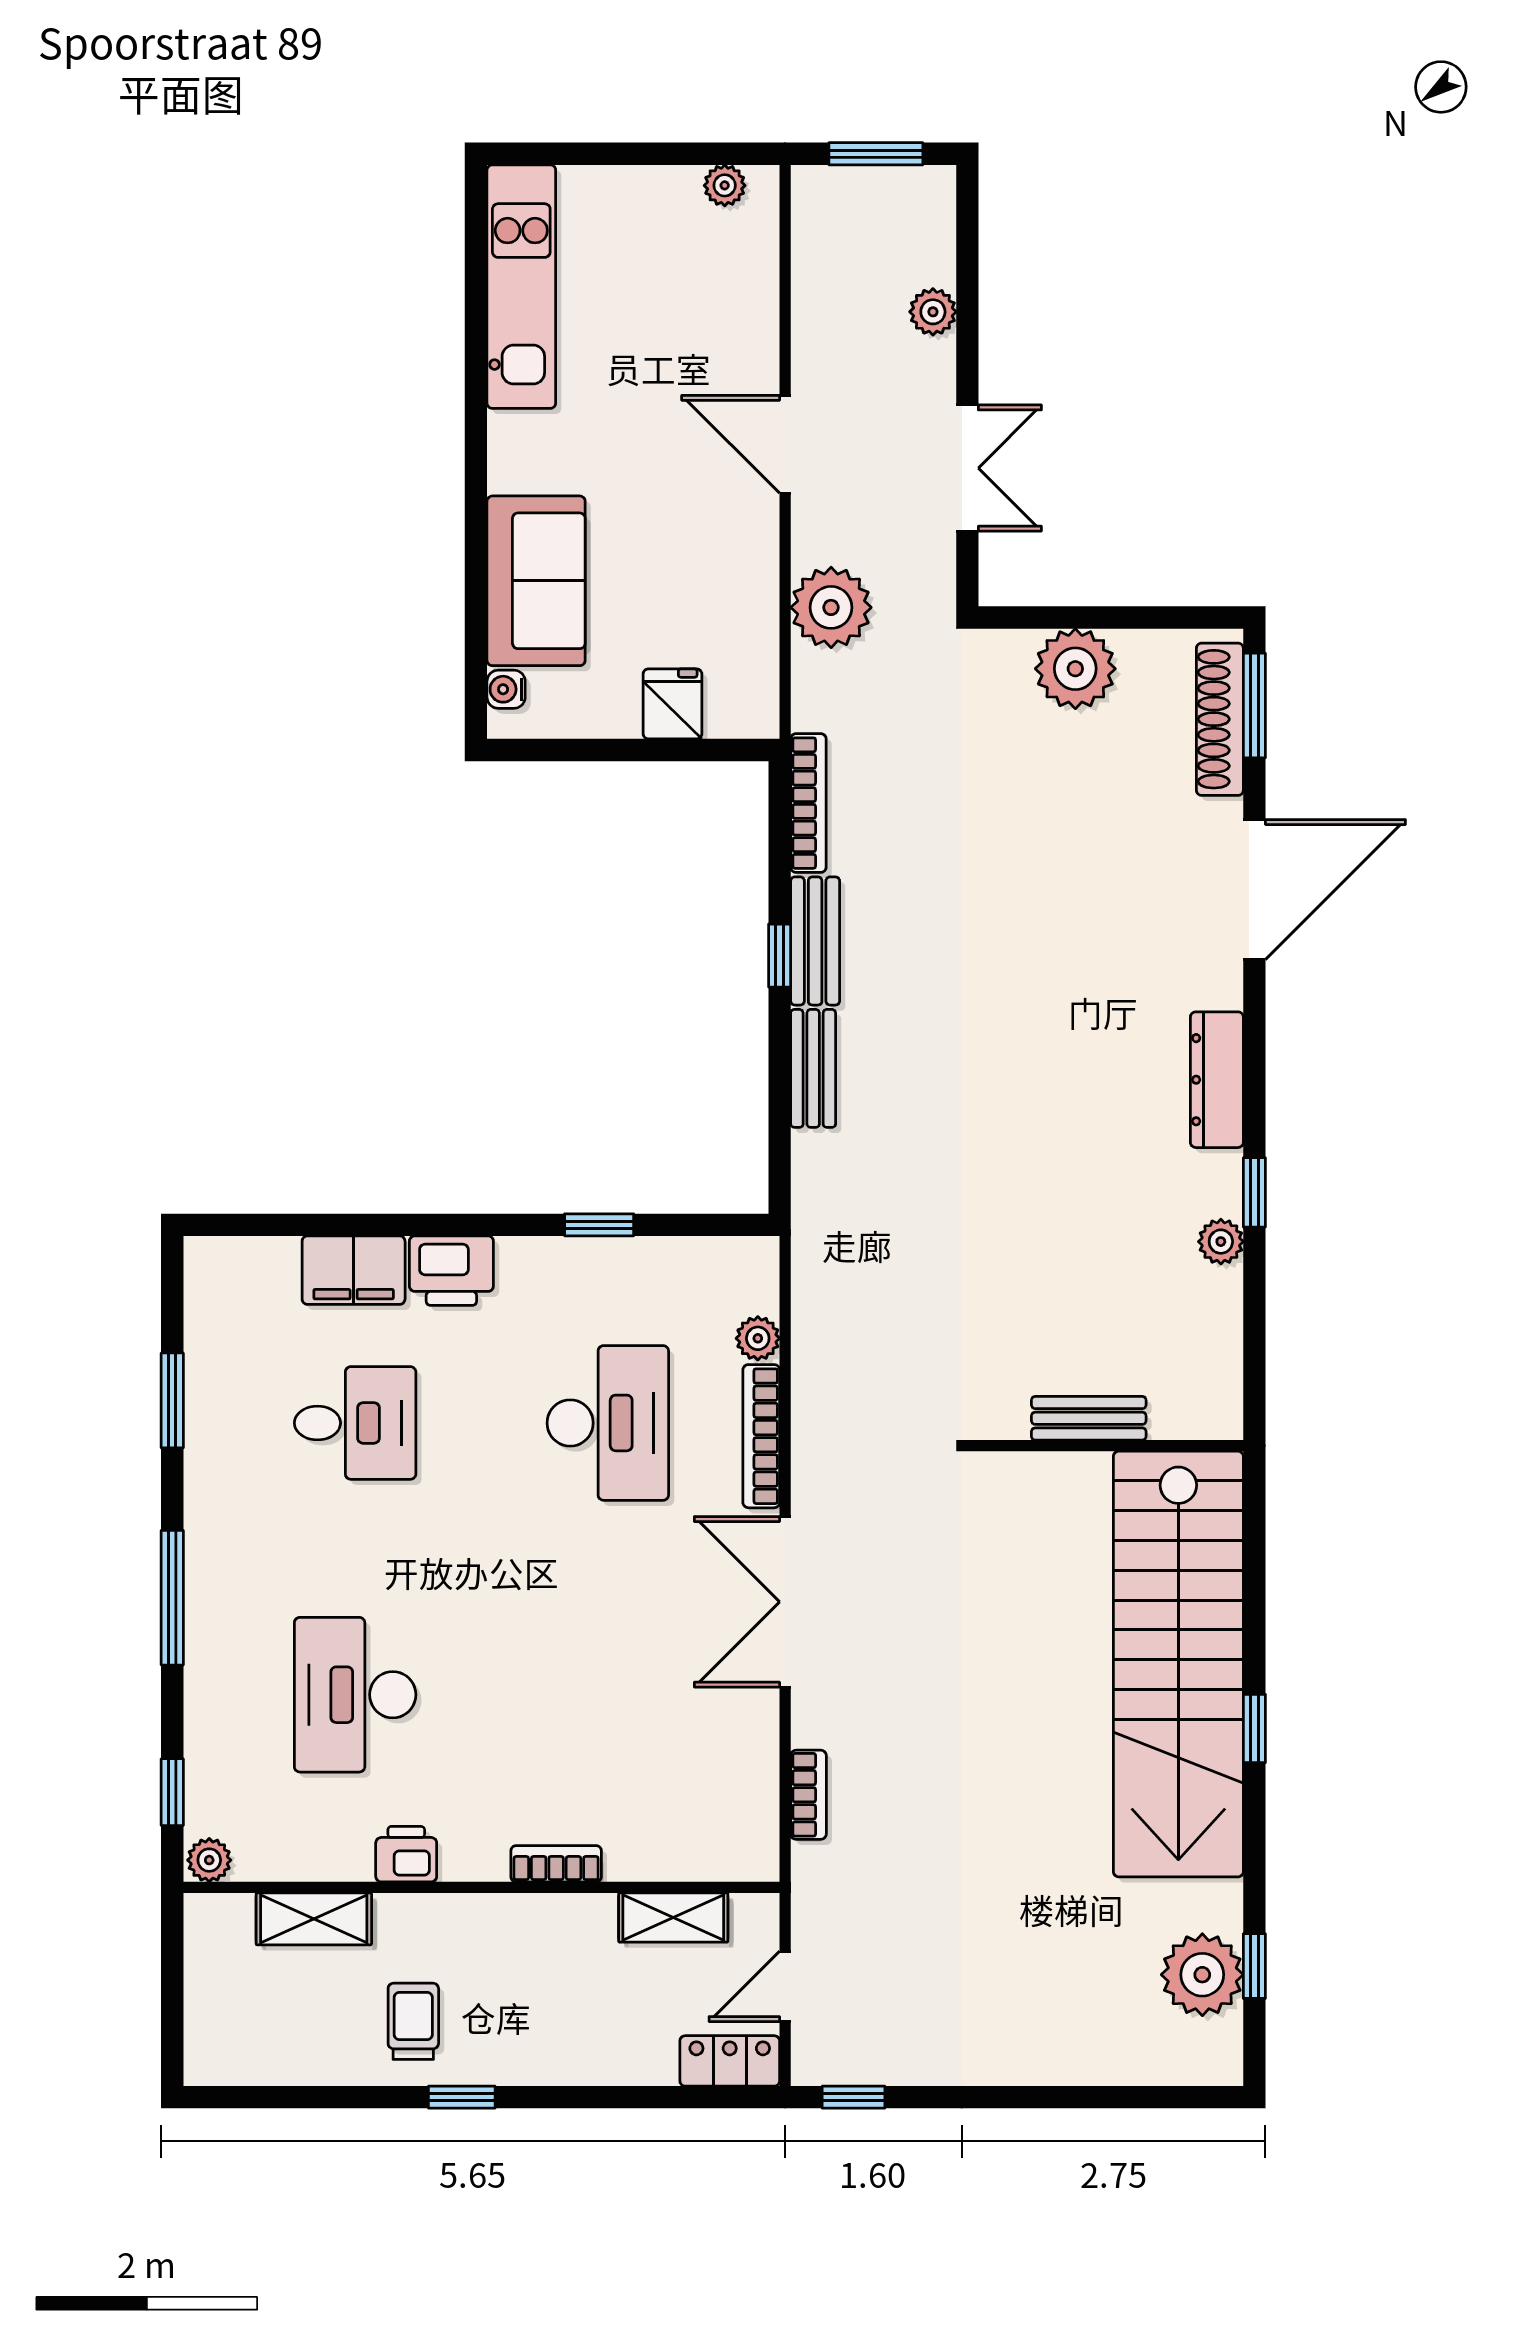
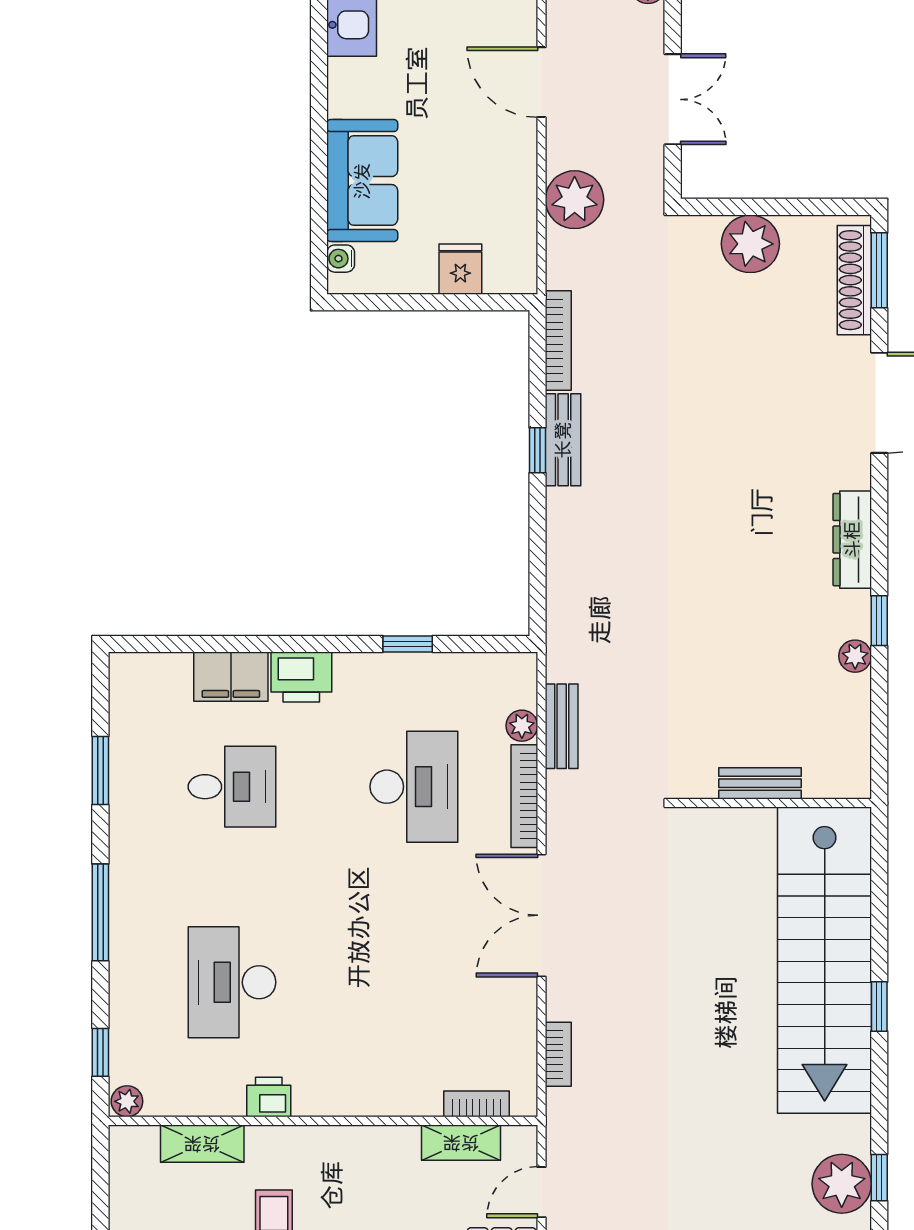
bench: (813, 1068) -> (562, 726), moved
bookcase: (556, 1864) -> (476, 1104), moved

